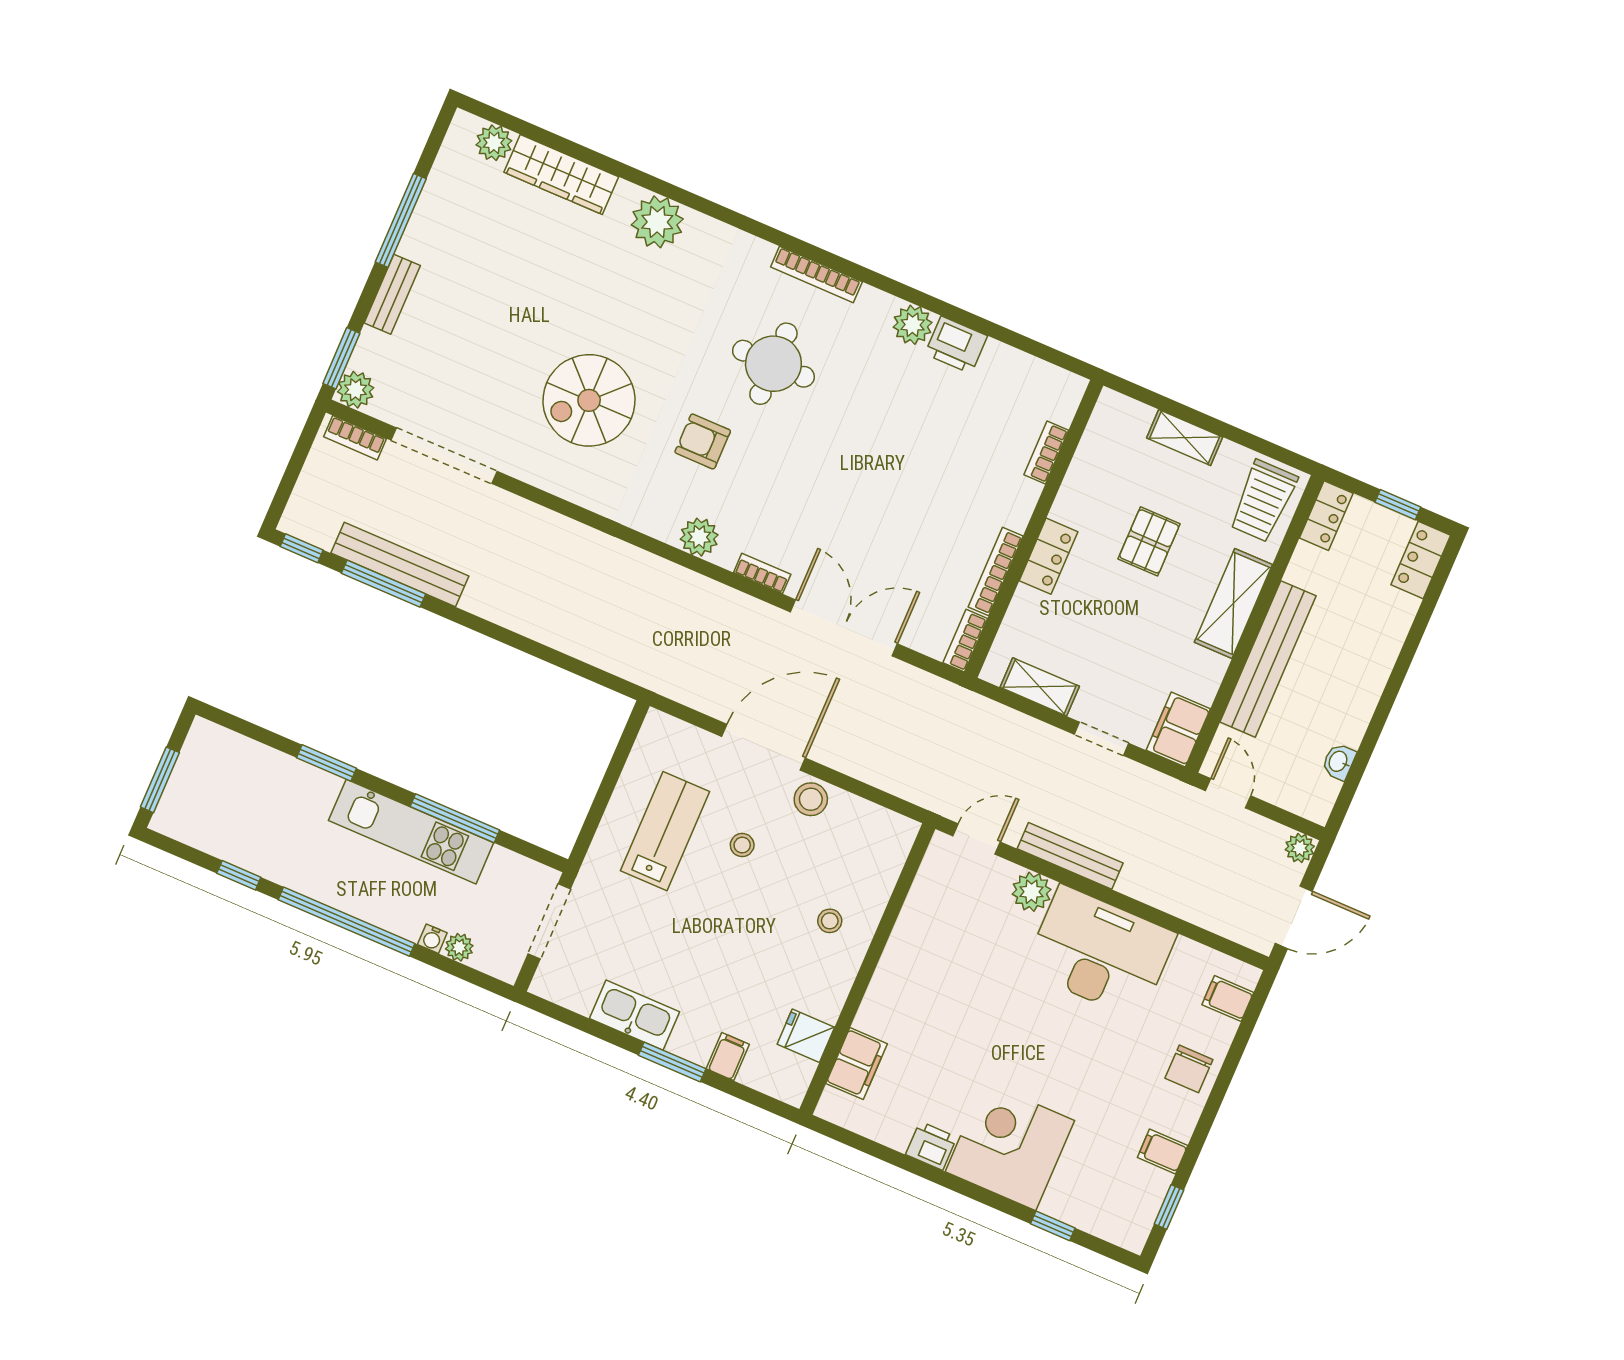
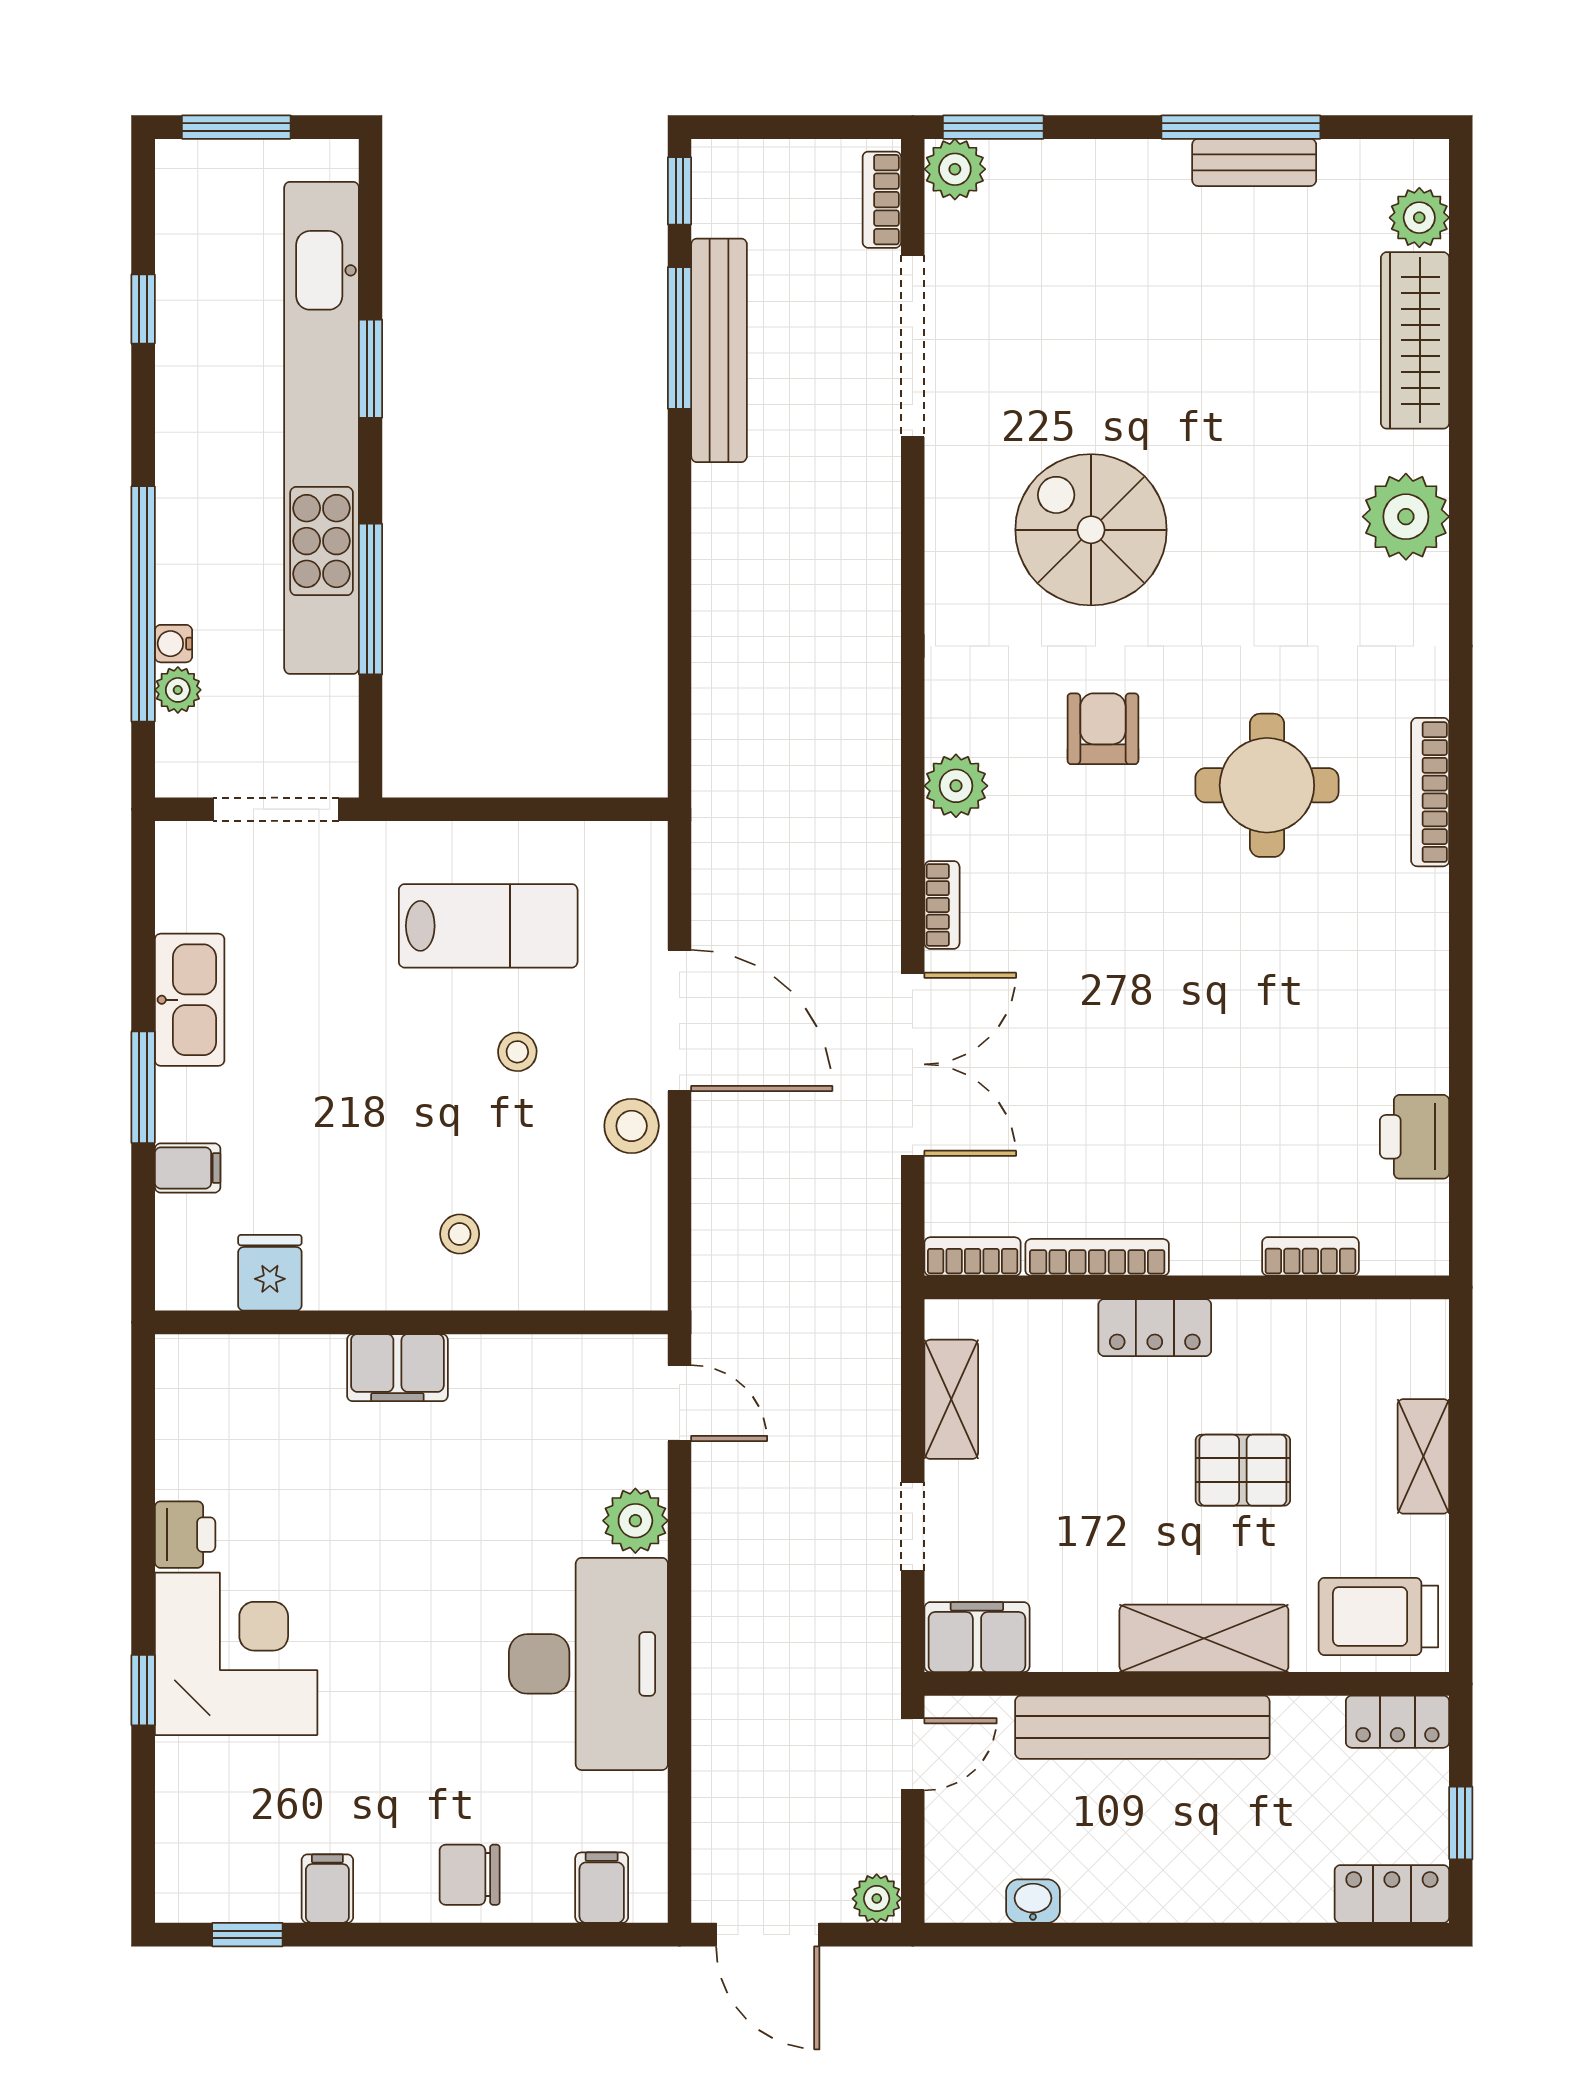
bench: (392, 294) -> (1254, 162), moved
plant: (913, 325) -> (1417, 971), removed
printer: (956, 345) -> (1415, 1137), moved
kitchen unit: (411, 832) -> (322, 428), width x1.86
bench: (1070, 856) -> (715, 1556), removed
window: (346, 922) -> (143, 604), moved
filing cabinet: (857, 1064) -> (397, 1368), moved
window: (1053, 1226) -> (143, 1690), moved

